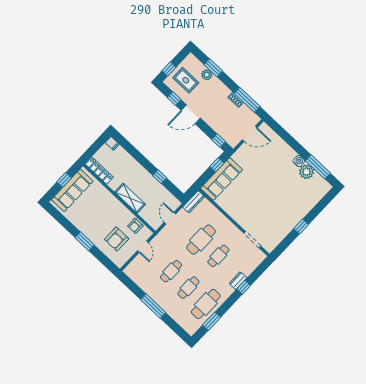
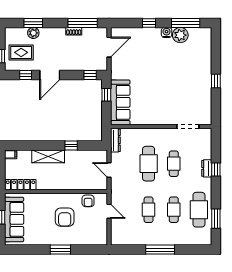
window: (293, 143) -> (149, 23), added
shelving: (130, 198) -> (48, 156), moved
armchair: (117, 239) -> (65, 217), moved

